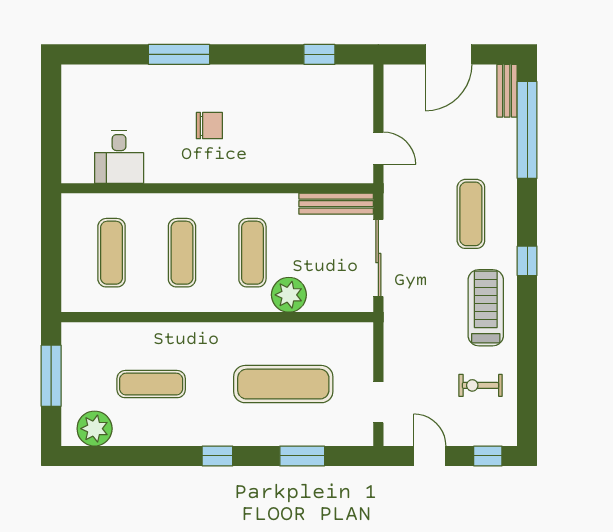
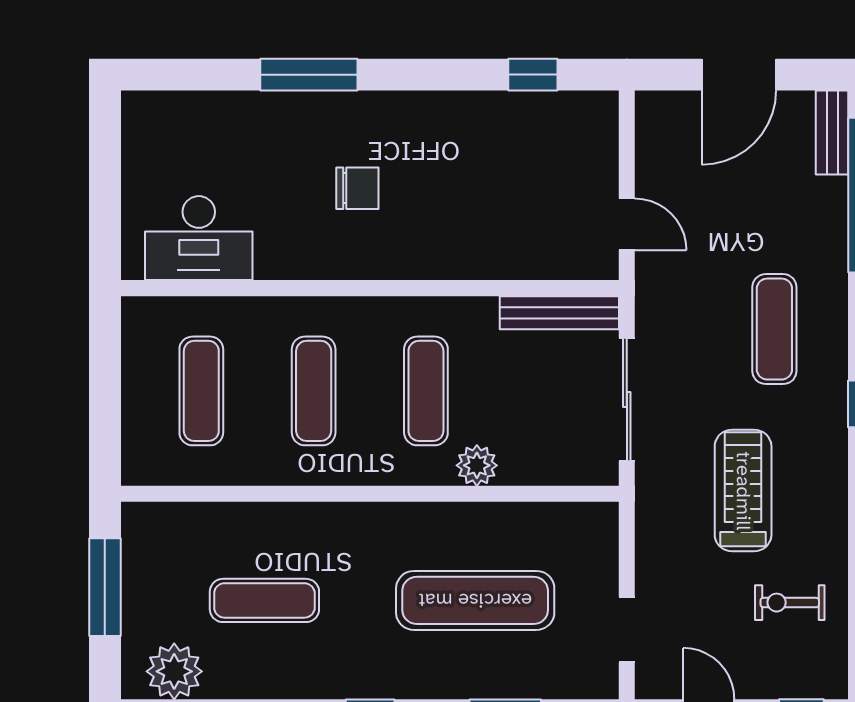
desk: (119, 157) -> (199, 238), width x1.37
plant: (289, 295) -> (477, 465), width x0.73, depth x0.73
treadmill: (486, 308) -> (743, 491), moved

